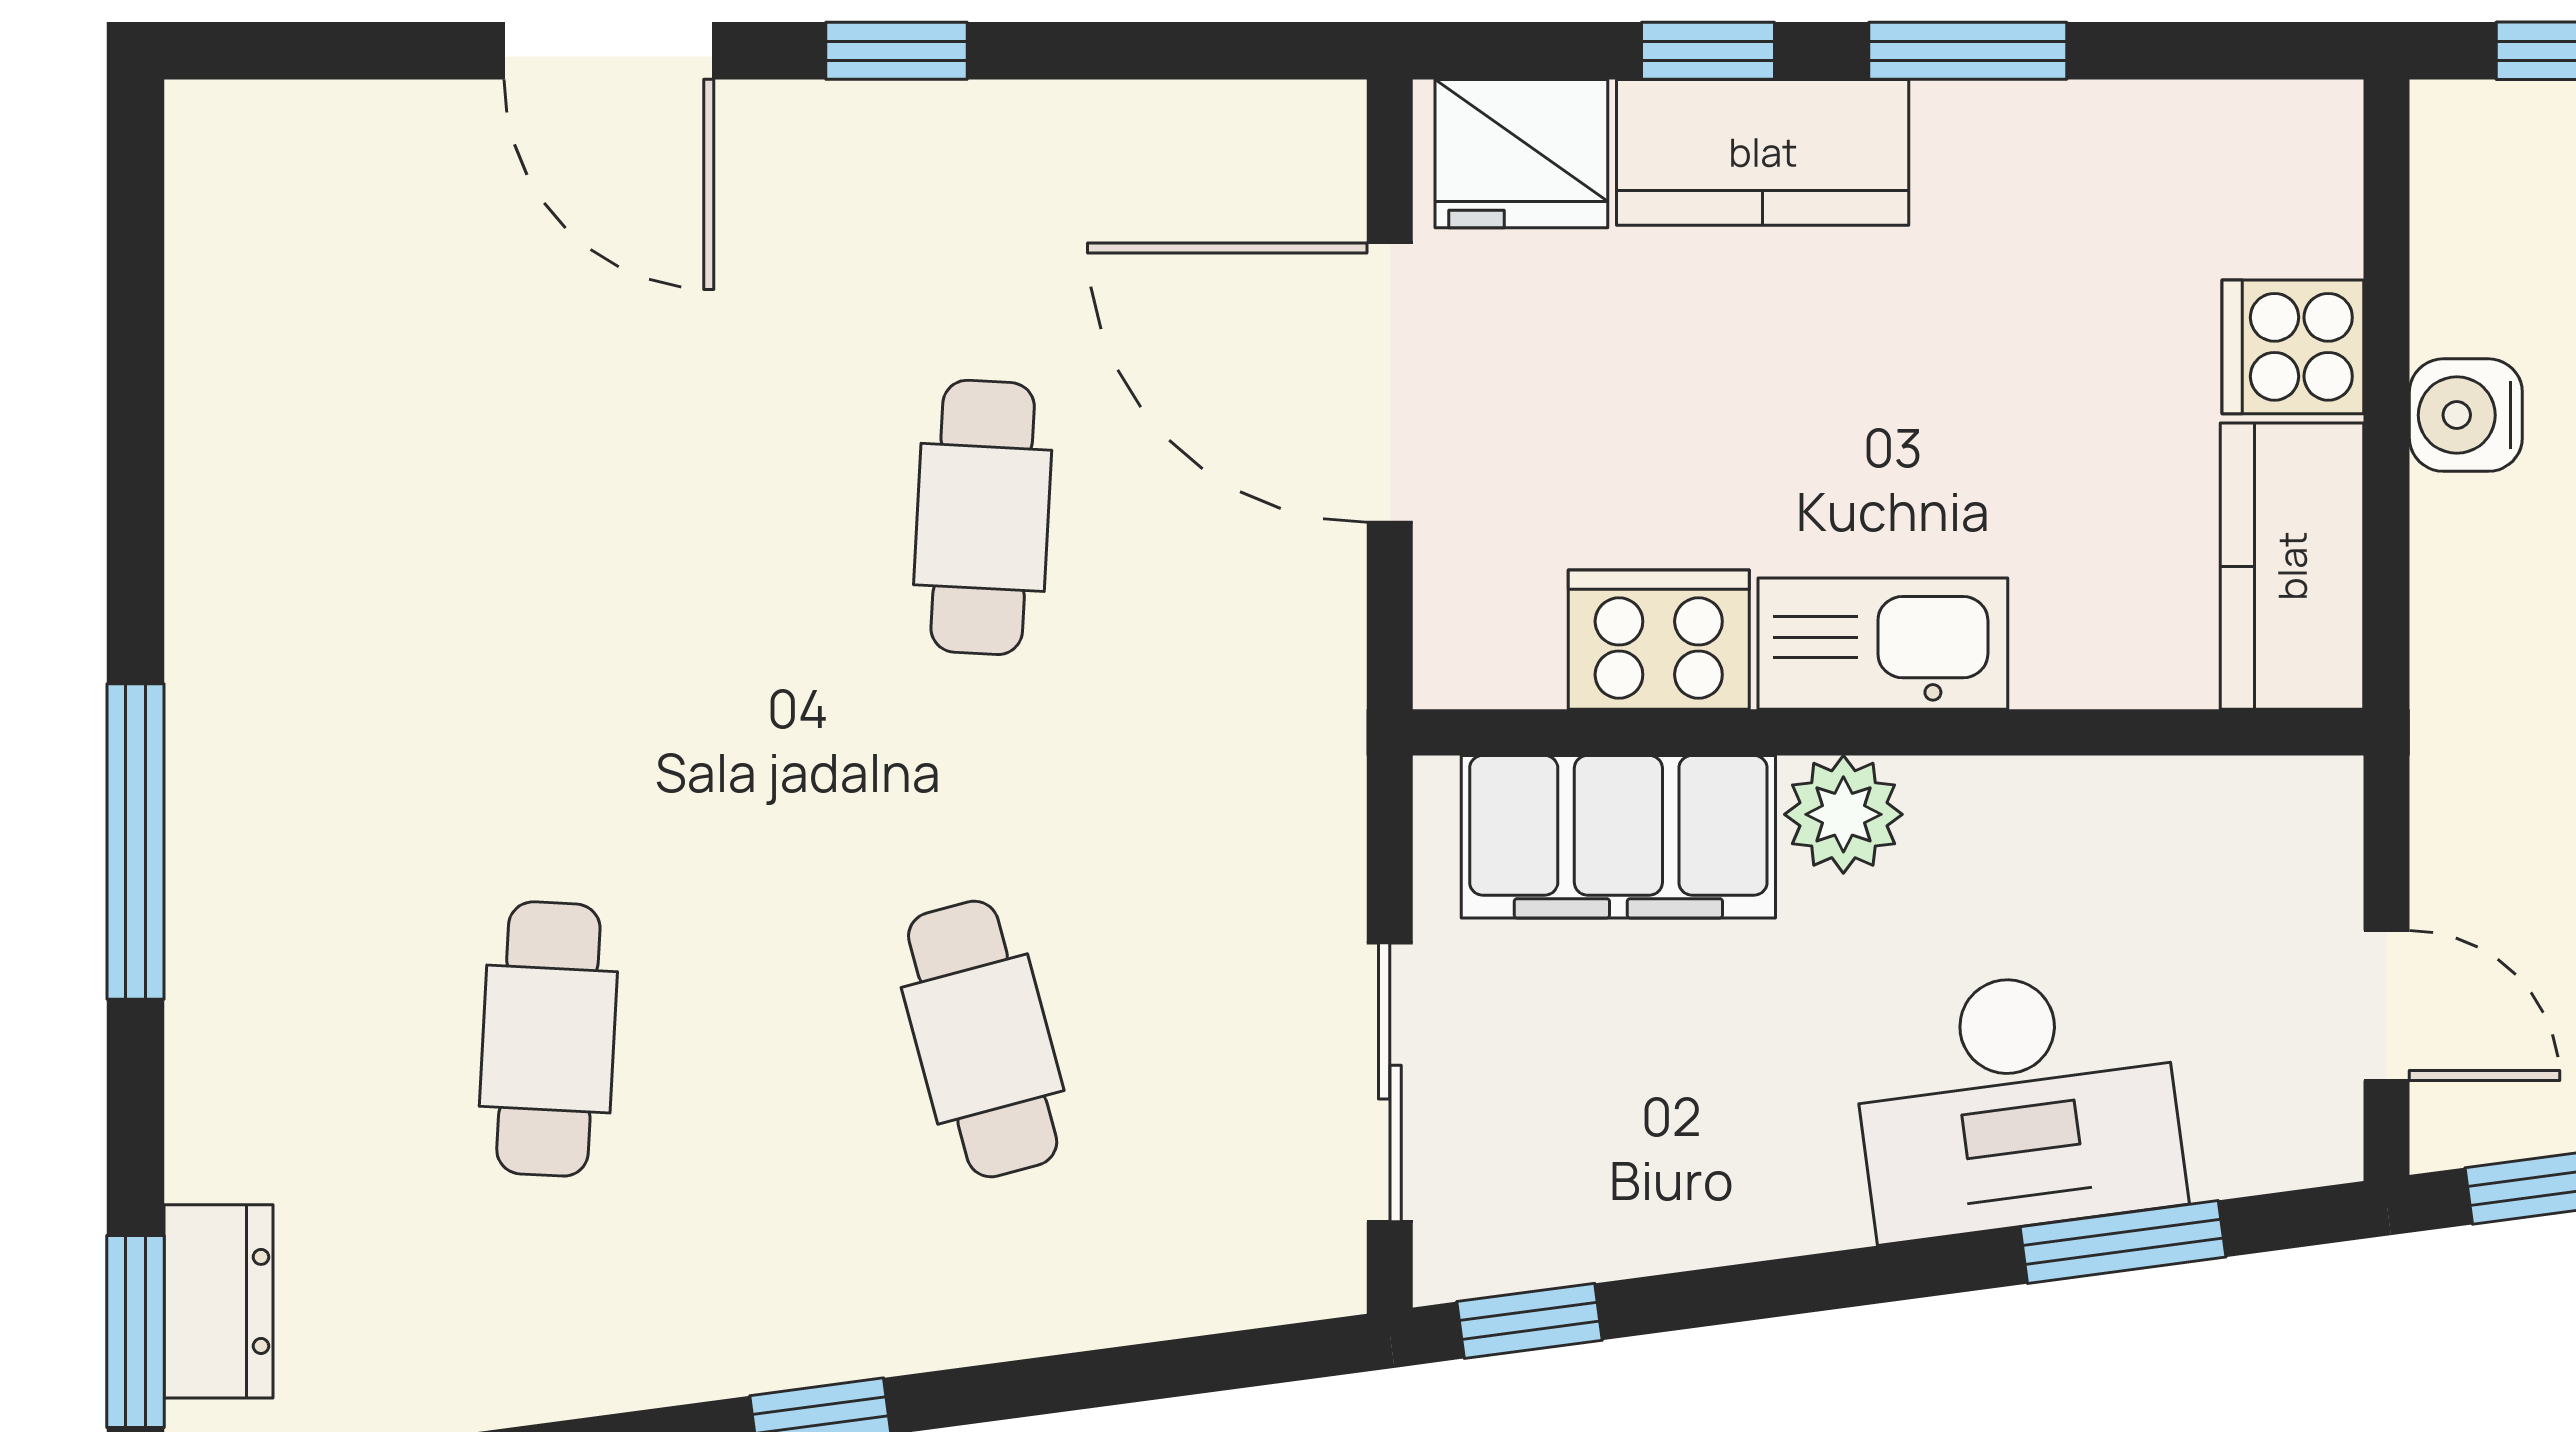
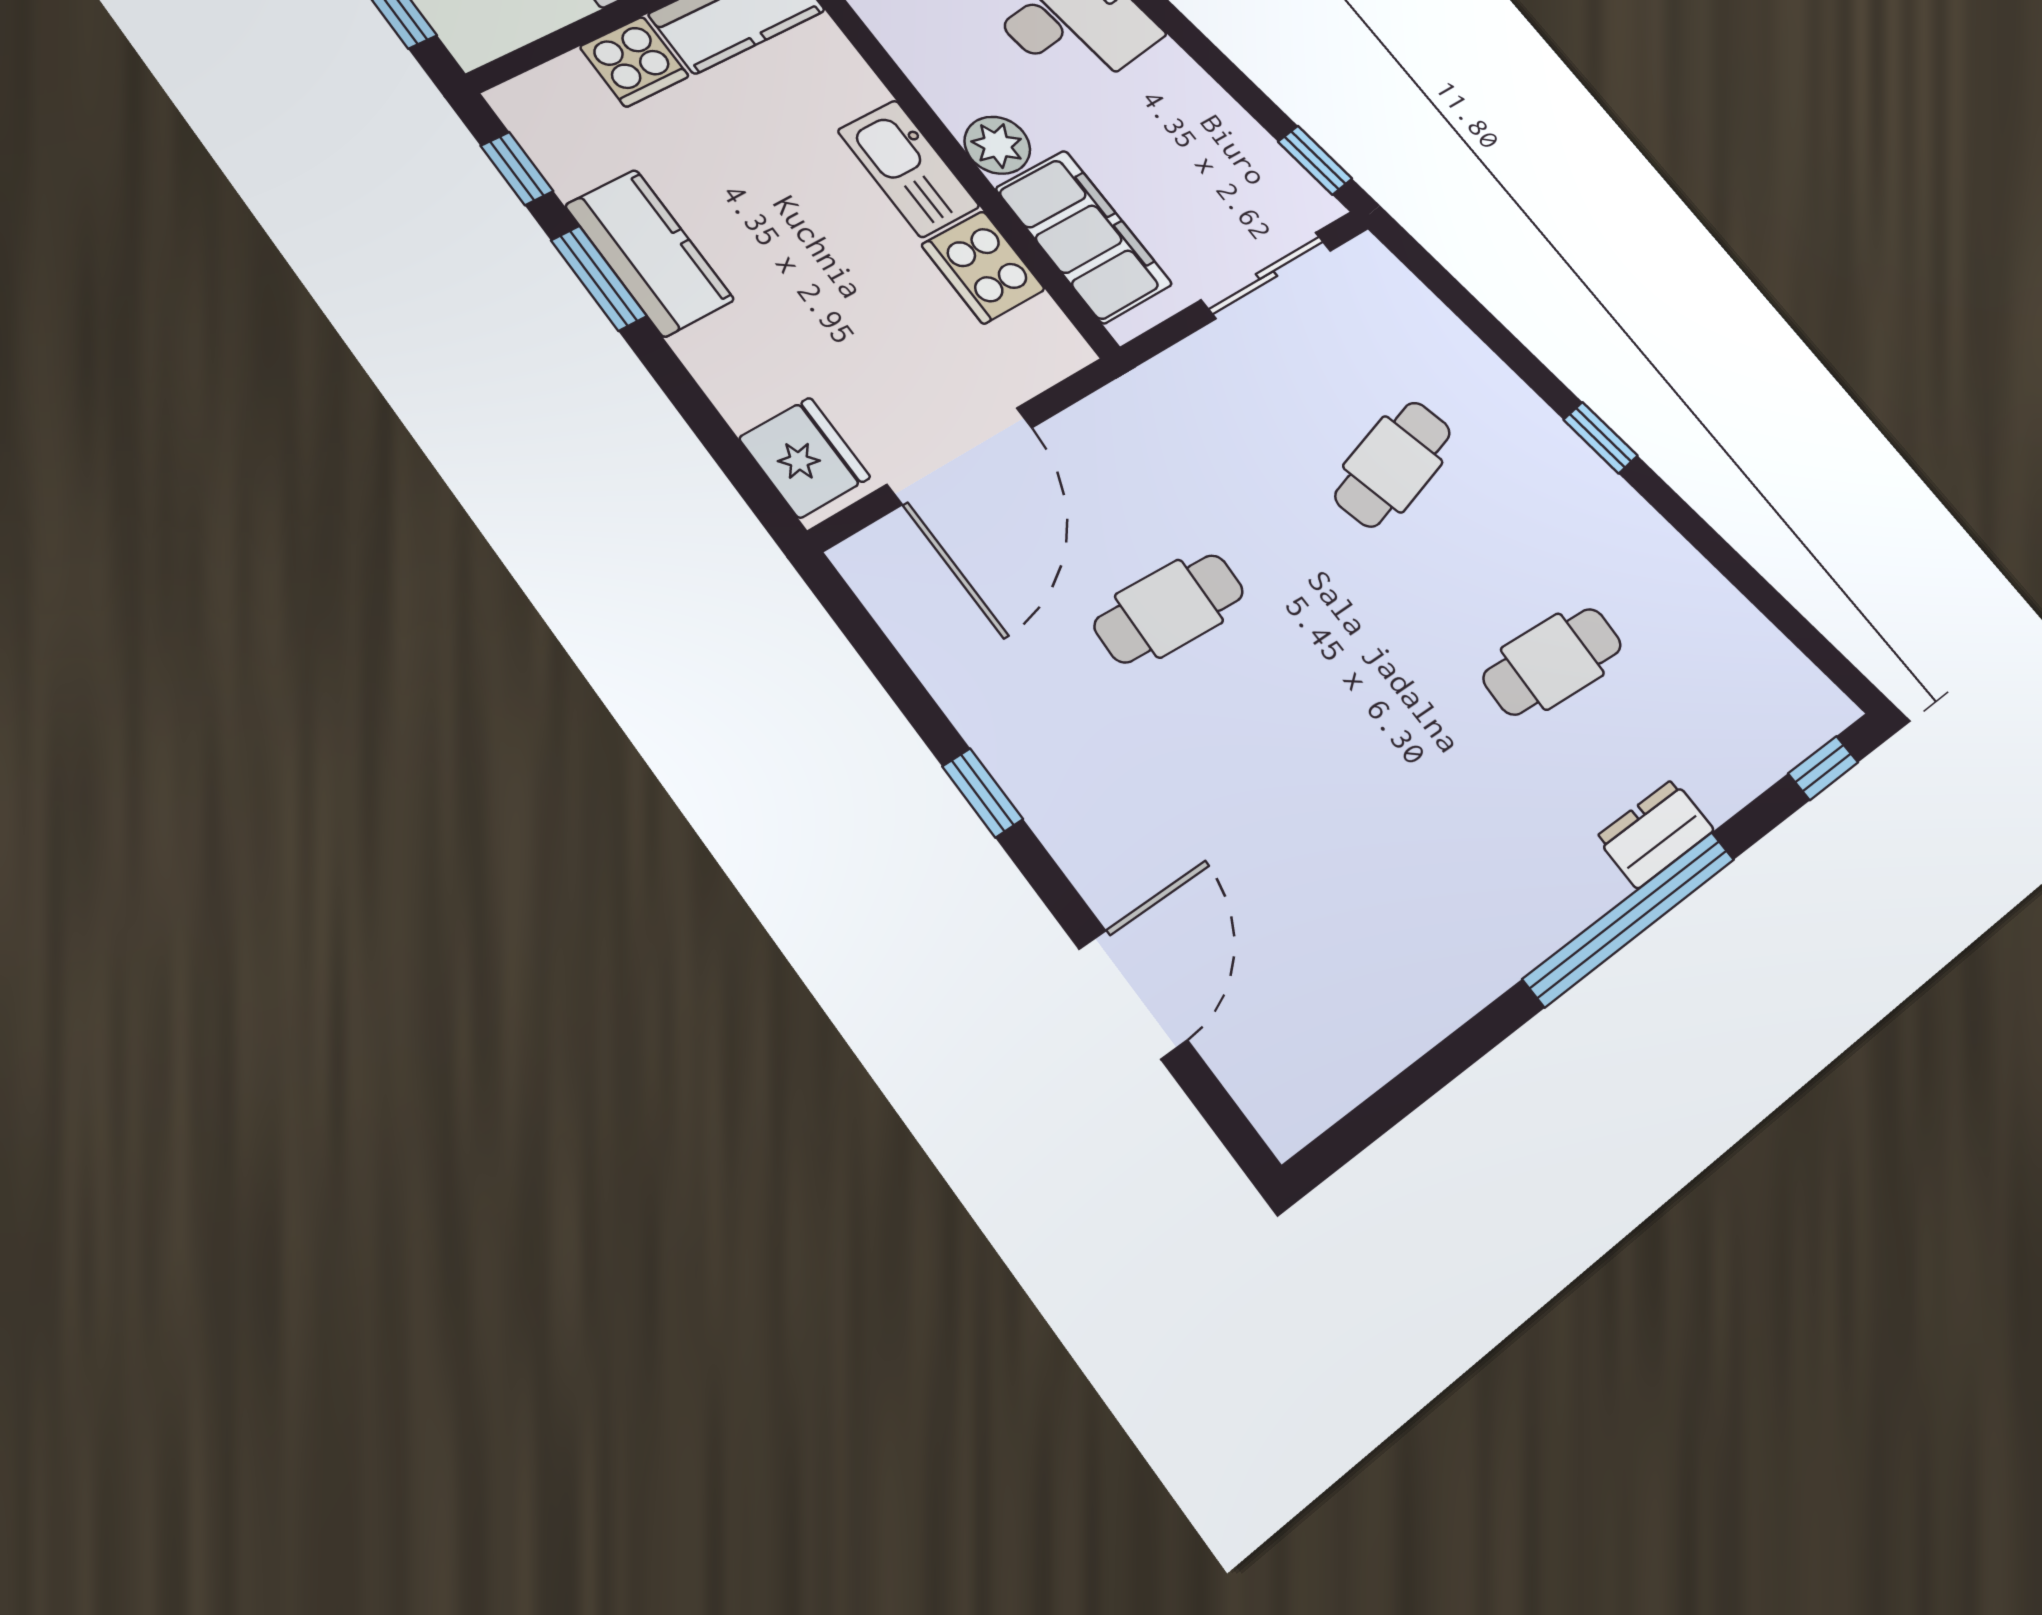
door: (609, 51) -> (1133, 994), moved
window: (1708, 51) -> (517, 168), moved
kitchen counter: (1763, 152) -> (650, 253), moved
window: (135, 842) -> (1630, 918), width x1.46
dresser: (219, 1301) -> (1655, 834), moved
window: (135, 1332) -> (1823, 768), width x0.67

